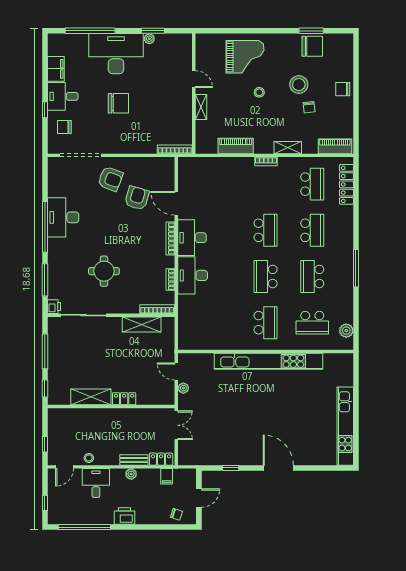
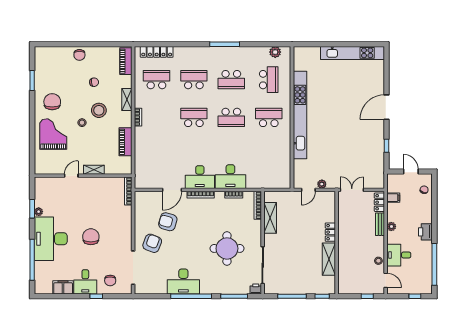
chair: (312, 46) -> (52, 102), moved
stool: (299, 85) -> (99, 110), moved
round table: (104, 271) -> (227, 248), width x1.36, depth x1.36

